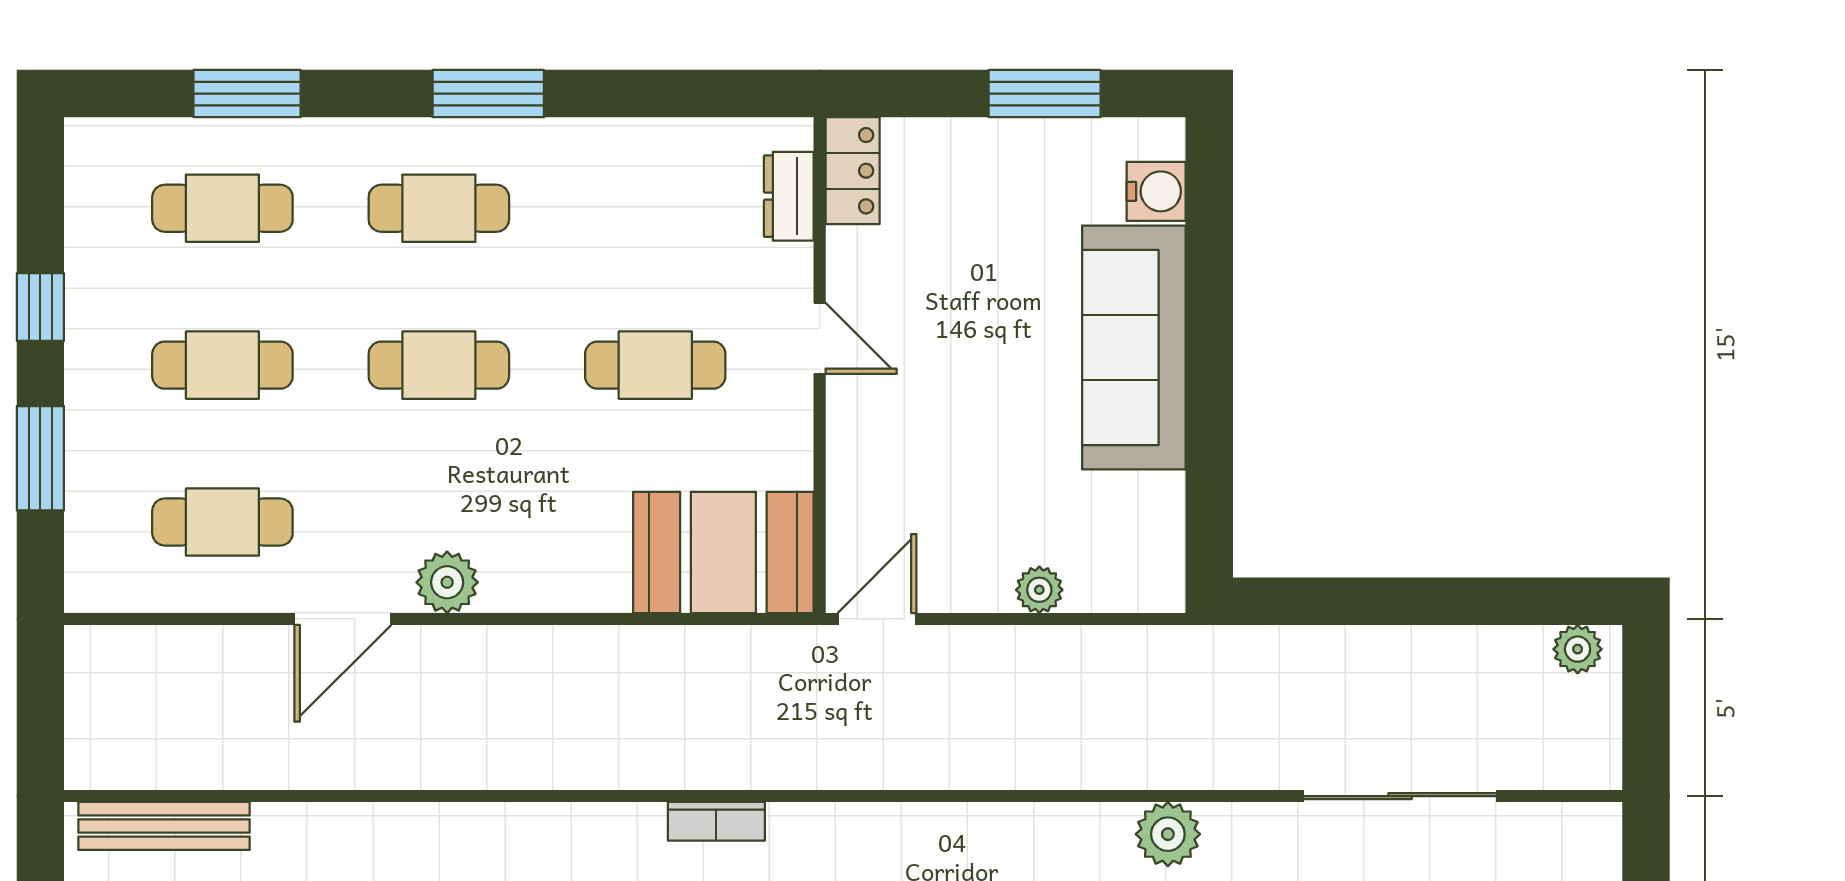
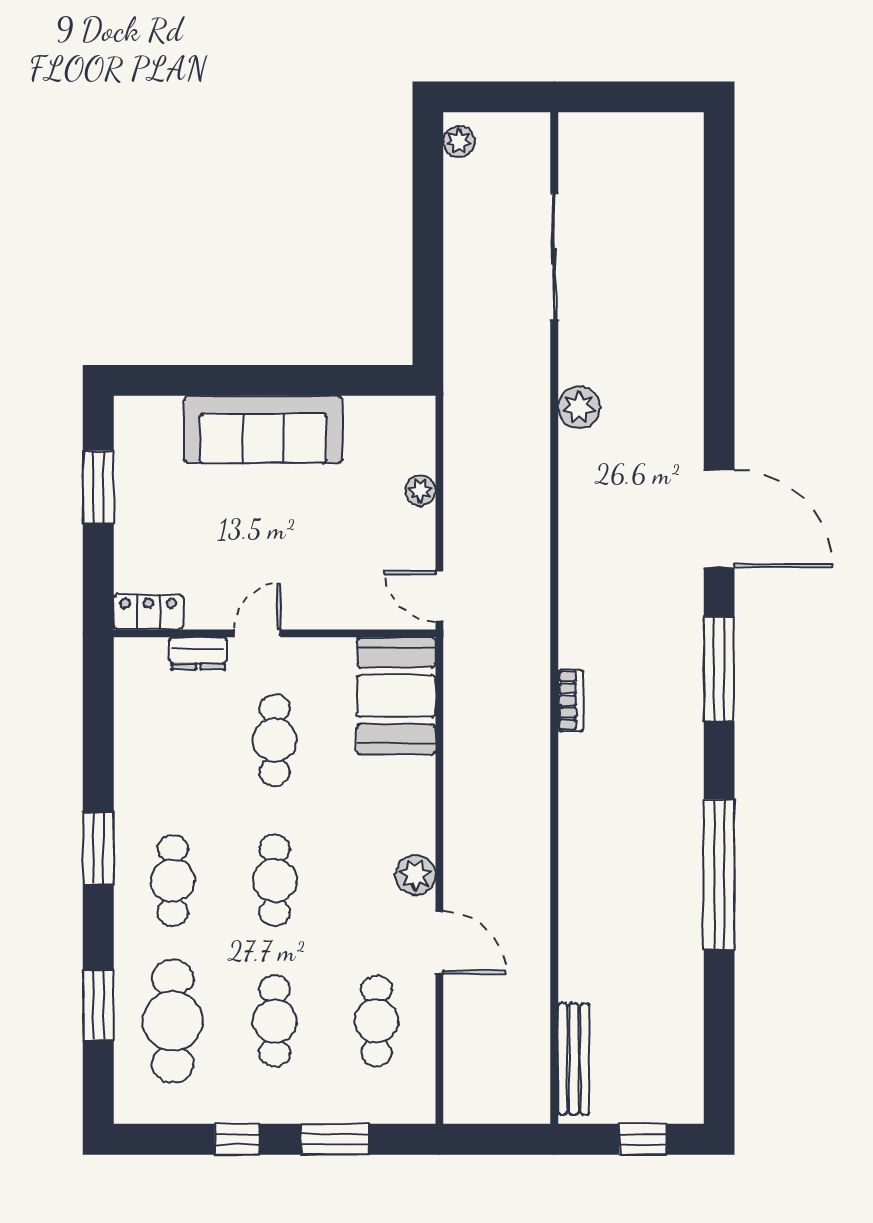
water cooler: (1156, 191) -> (162, 415), removed
dresser: (789, 196) -> (198, 653), moved
cafe table: (222, 208) -> (173, 1021), width x1.37, depth x1.35

